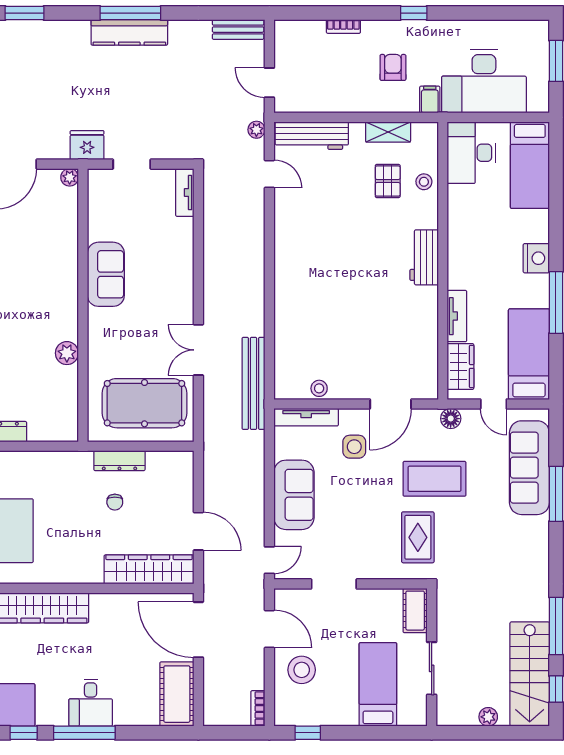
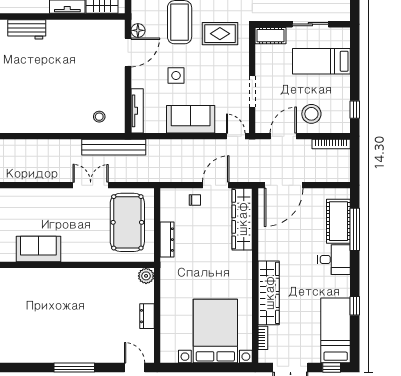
double door: (198, 350) -> (91, 185), swing flipped
plant: (67, 353) -> (146, 276), moved
stool: (319, 388) -> (99, 117), moved
door: (391, 404) -> (128, 52), hinge flipped
floor lamp: (451, 419) -> (138, 30), moved
side table: (354, 447) -> (176, 75), moved
chair: (115, 502) -> (195, 200), moved
cot: (177, 694) -> (338, 221), moved, turned 90
bookcase: (258, 708) -> (331, 144), width x1.56
window: (84, 733) -> (355, 229), moved

